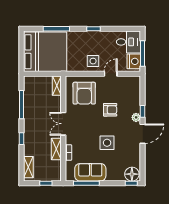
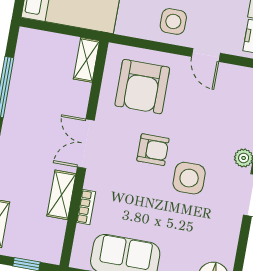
door: (111, 74) -> (206, 55), swing flipped
armchair: (110, 110) -> (153, 150), moved
side table: (107, 143) -> (189, 178), moved

